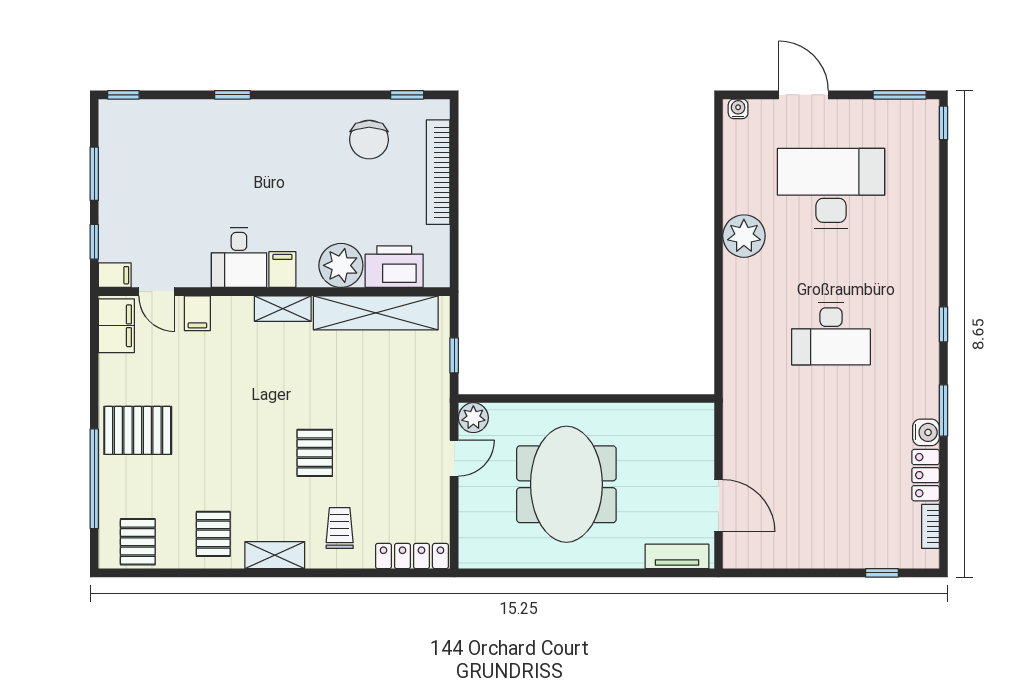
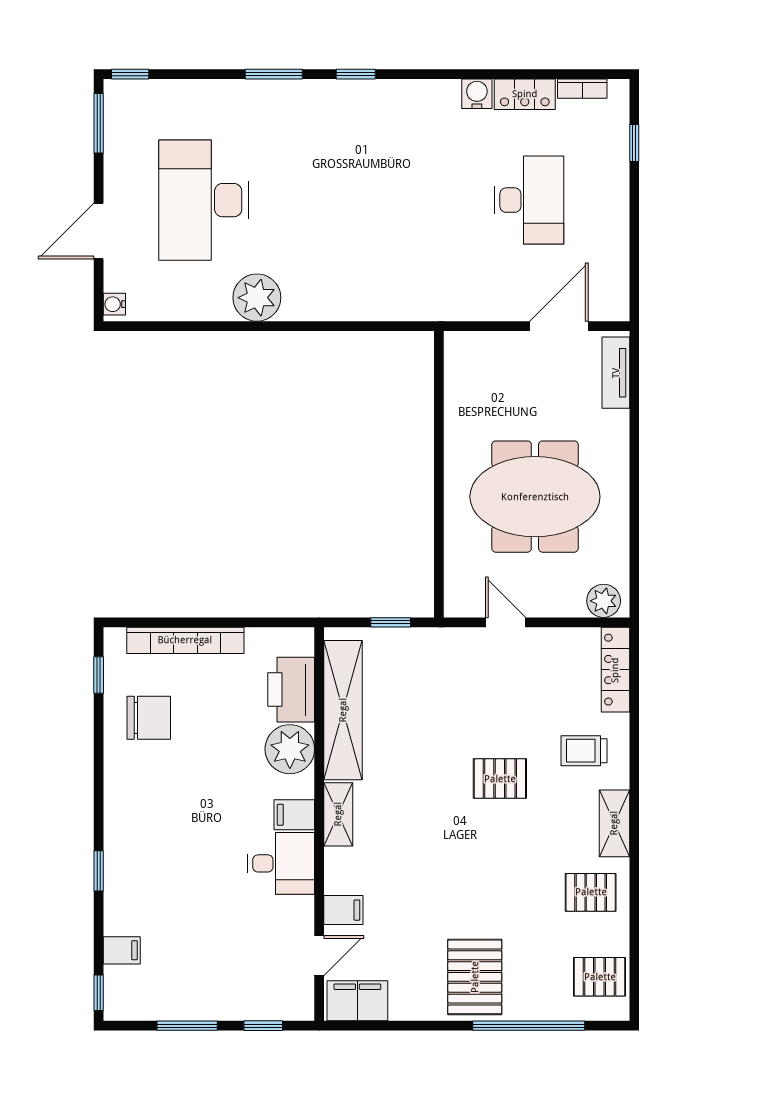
filing cabinet: (115, 275) -> (122, 950), moved, turned 90
desk: (831, 334) -> (529, 200), moved
window: (943, 410) -> (274, 74), moved
plant: (473, 418) -> (604, 601), moved

